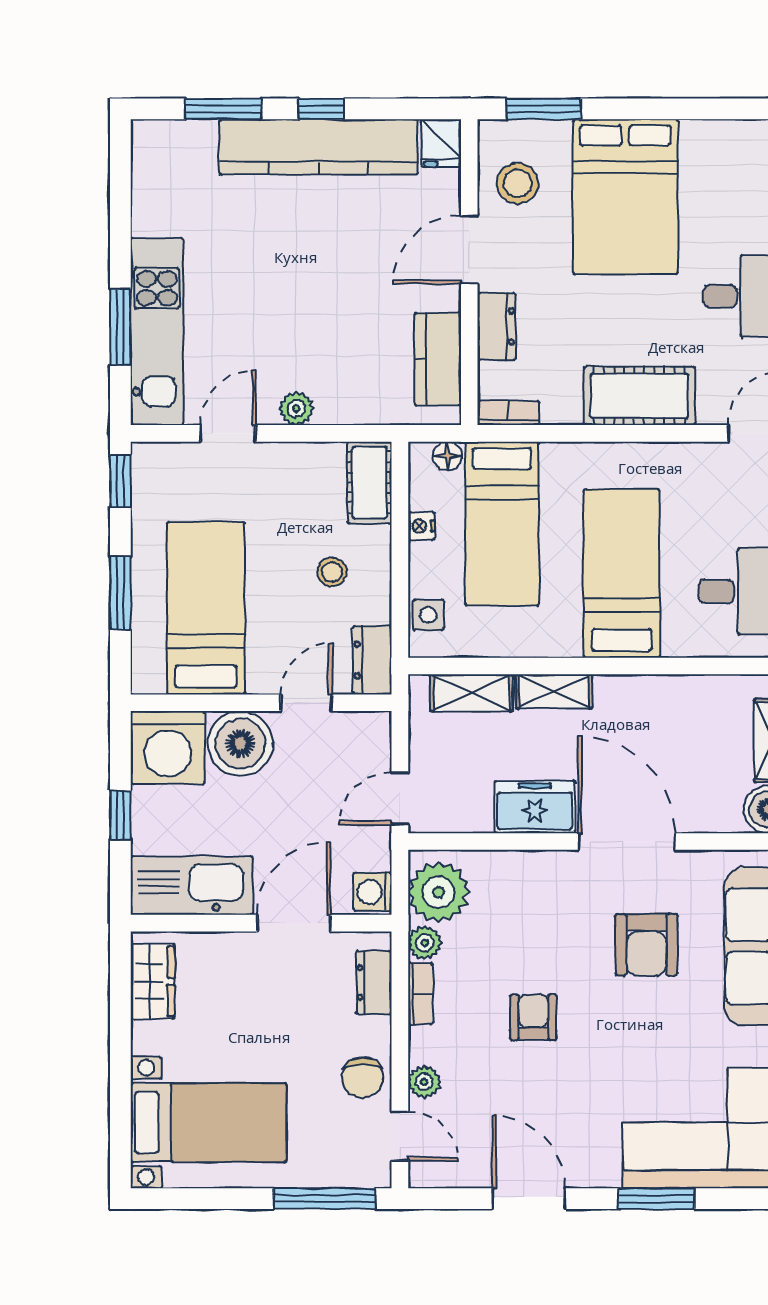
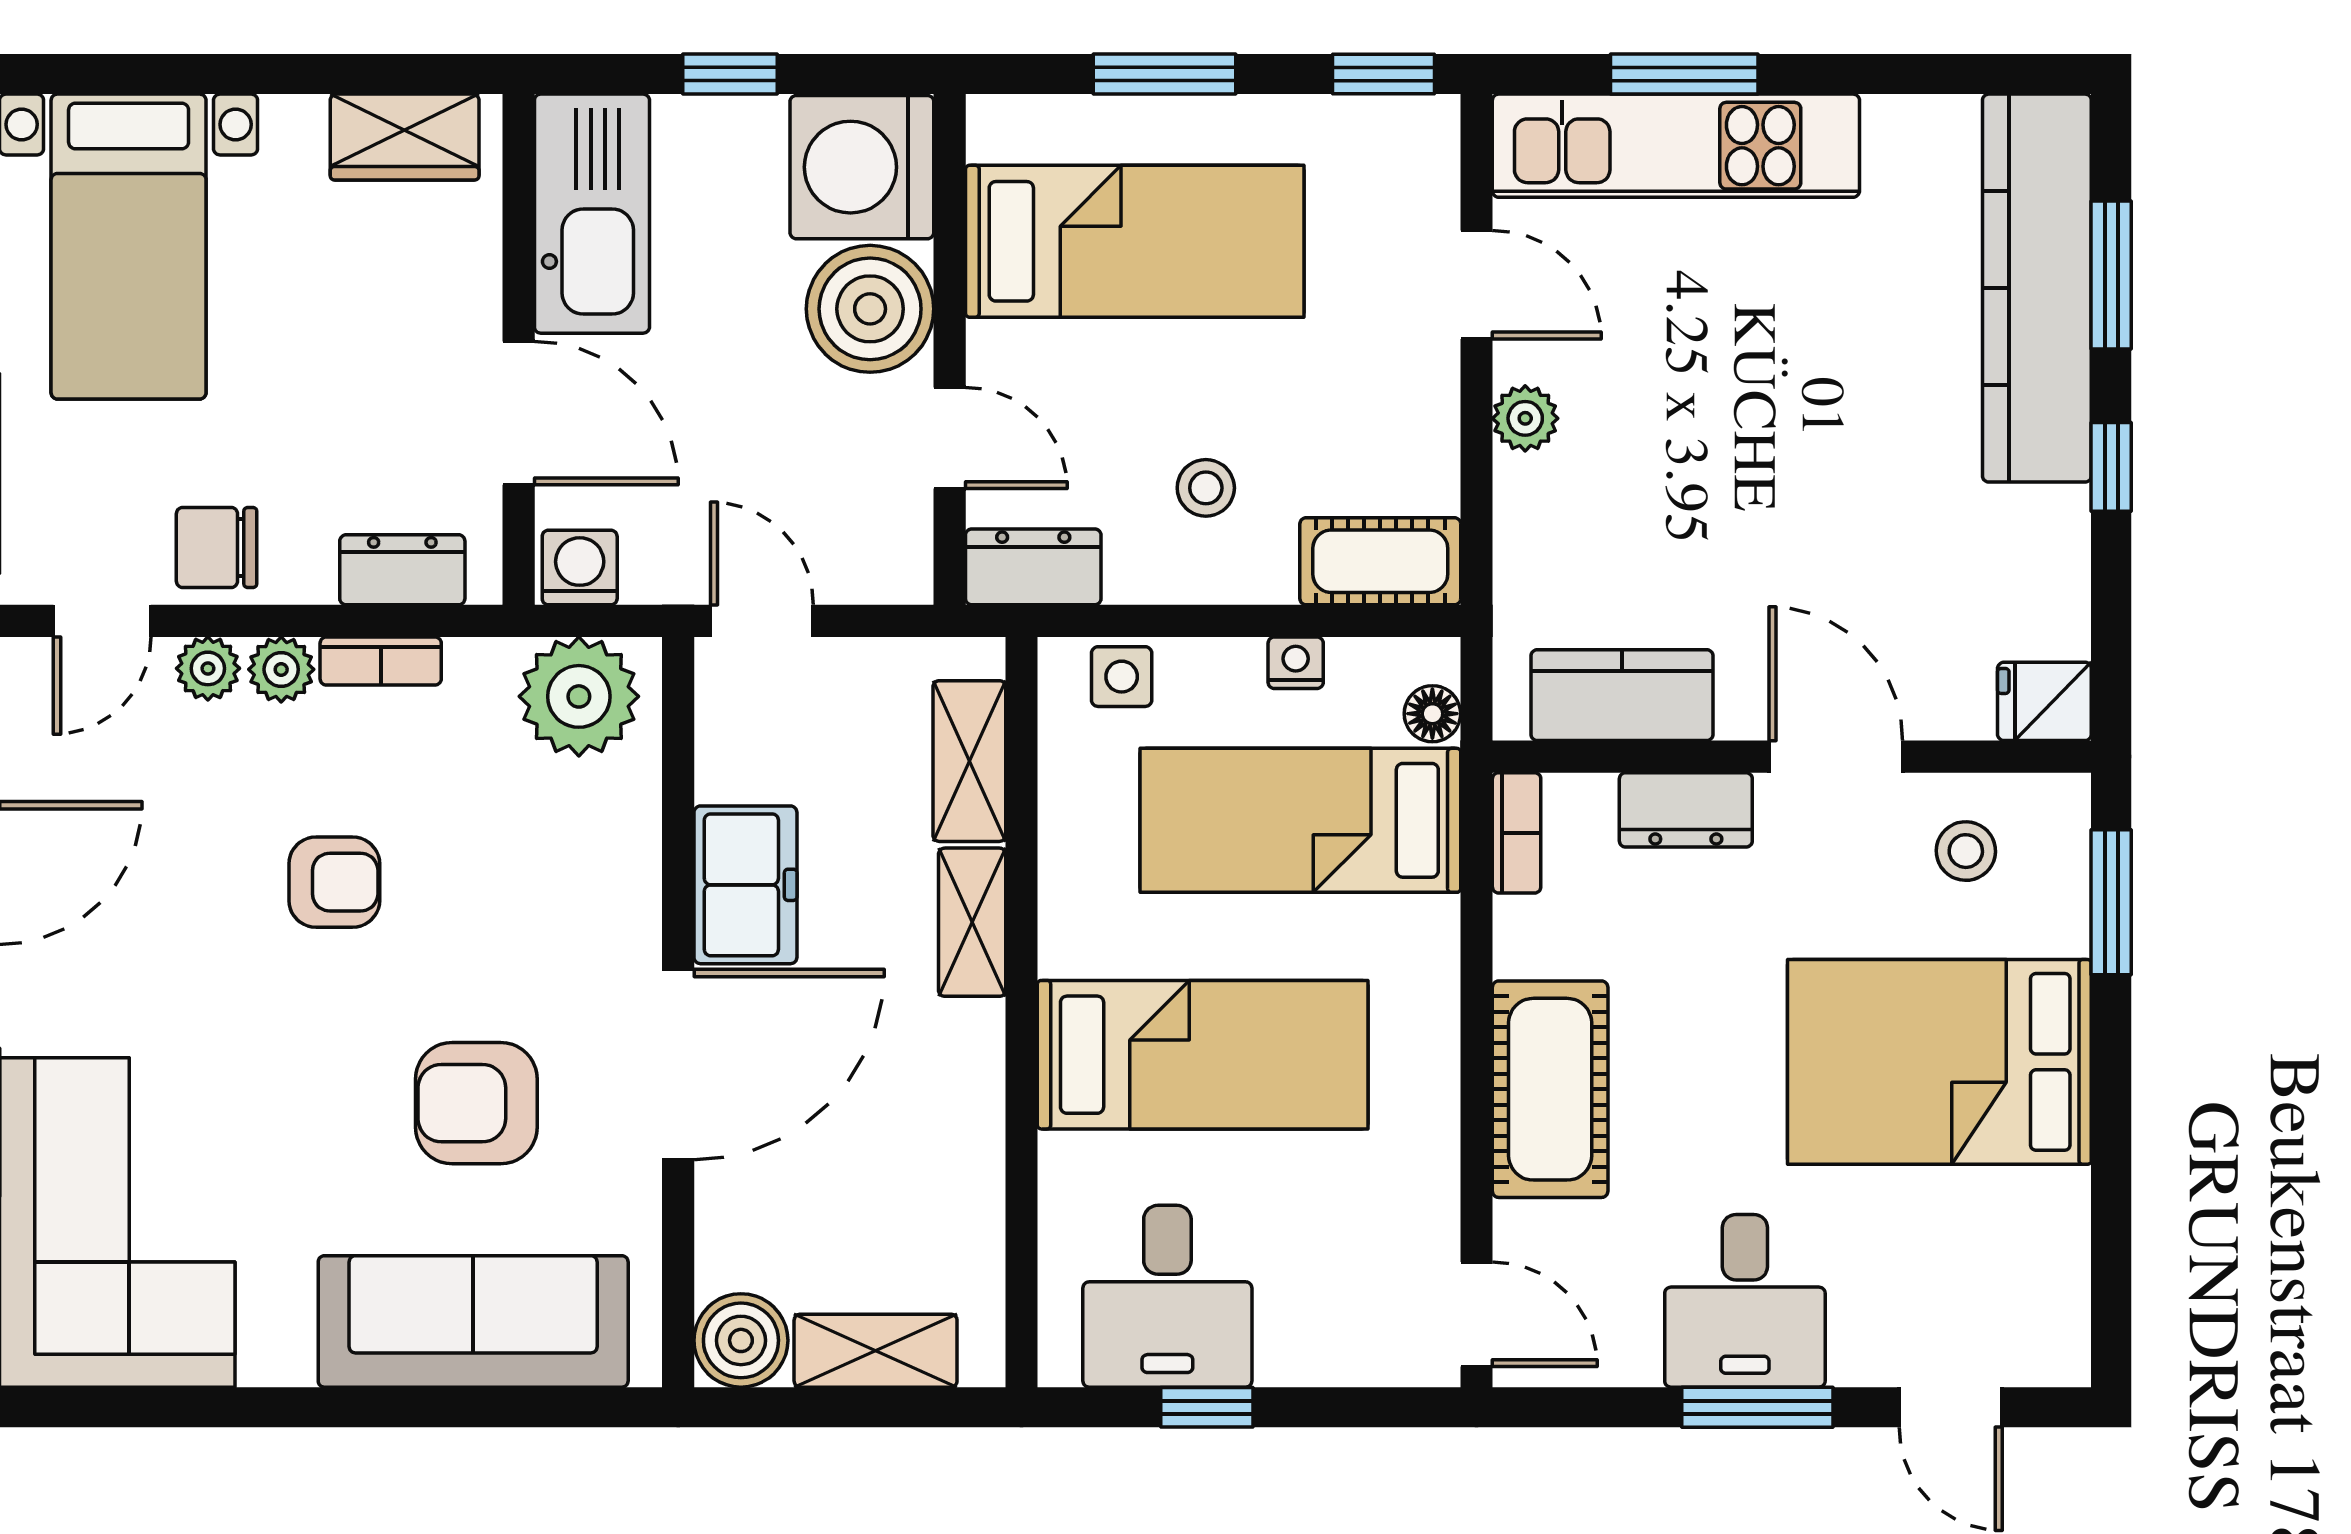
kitchen counter: (319, 147) -> (2037, 288), moved
stool: (518, 183) -> (1966, 851), width x0.73, depth x0.73
plant: (425, 943) -> (281, 669), moved

